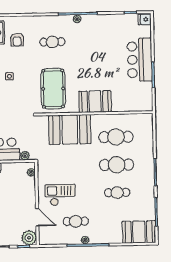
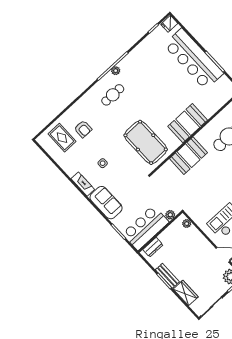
cafe table: (52, 42) -> (113, 95), moved
bar counter: (140, 60) -> (194, 59), width x1.36
booth: (70, 130) -> (188, 156), width x0.73, depth x0.70

